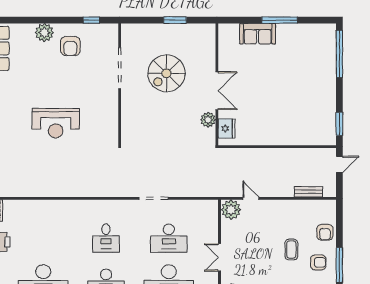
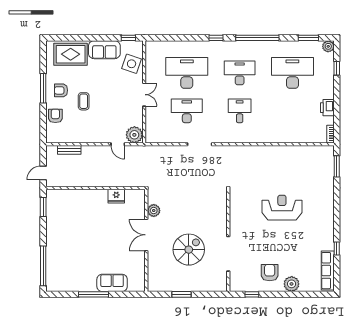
fridge: (226, 128) -> (116, 196), moved, turned -90

